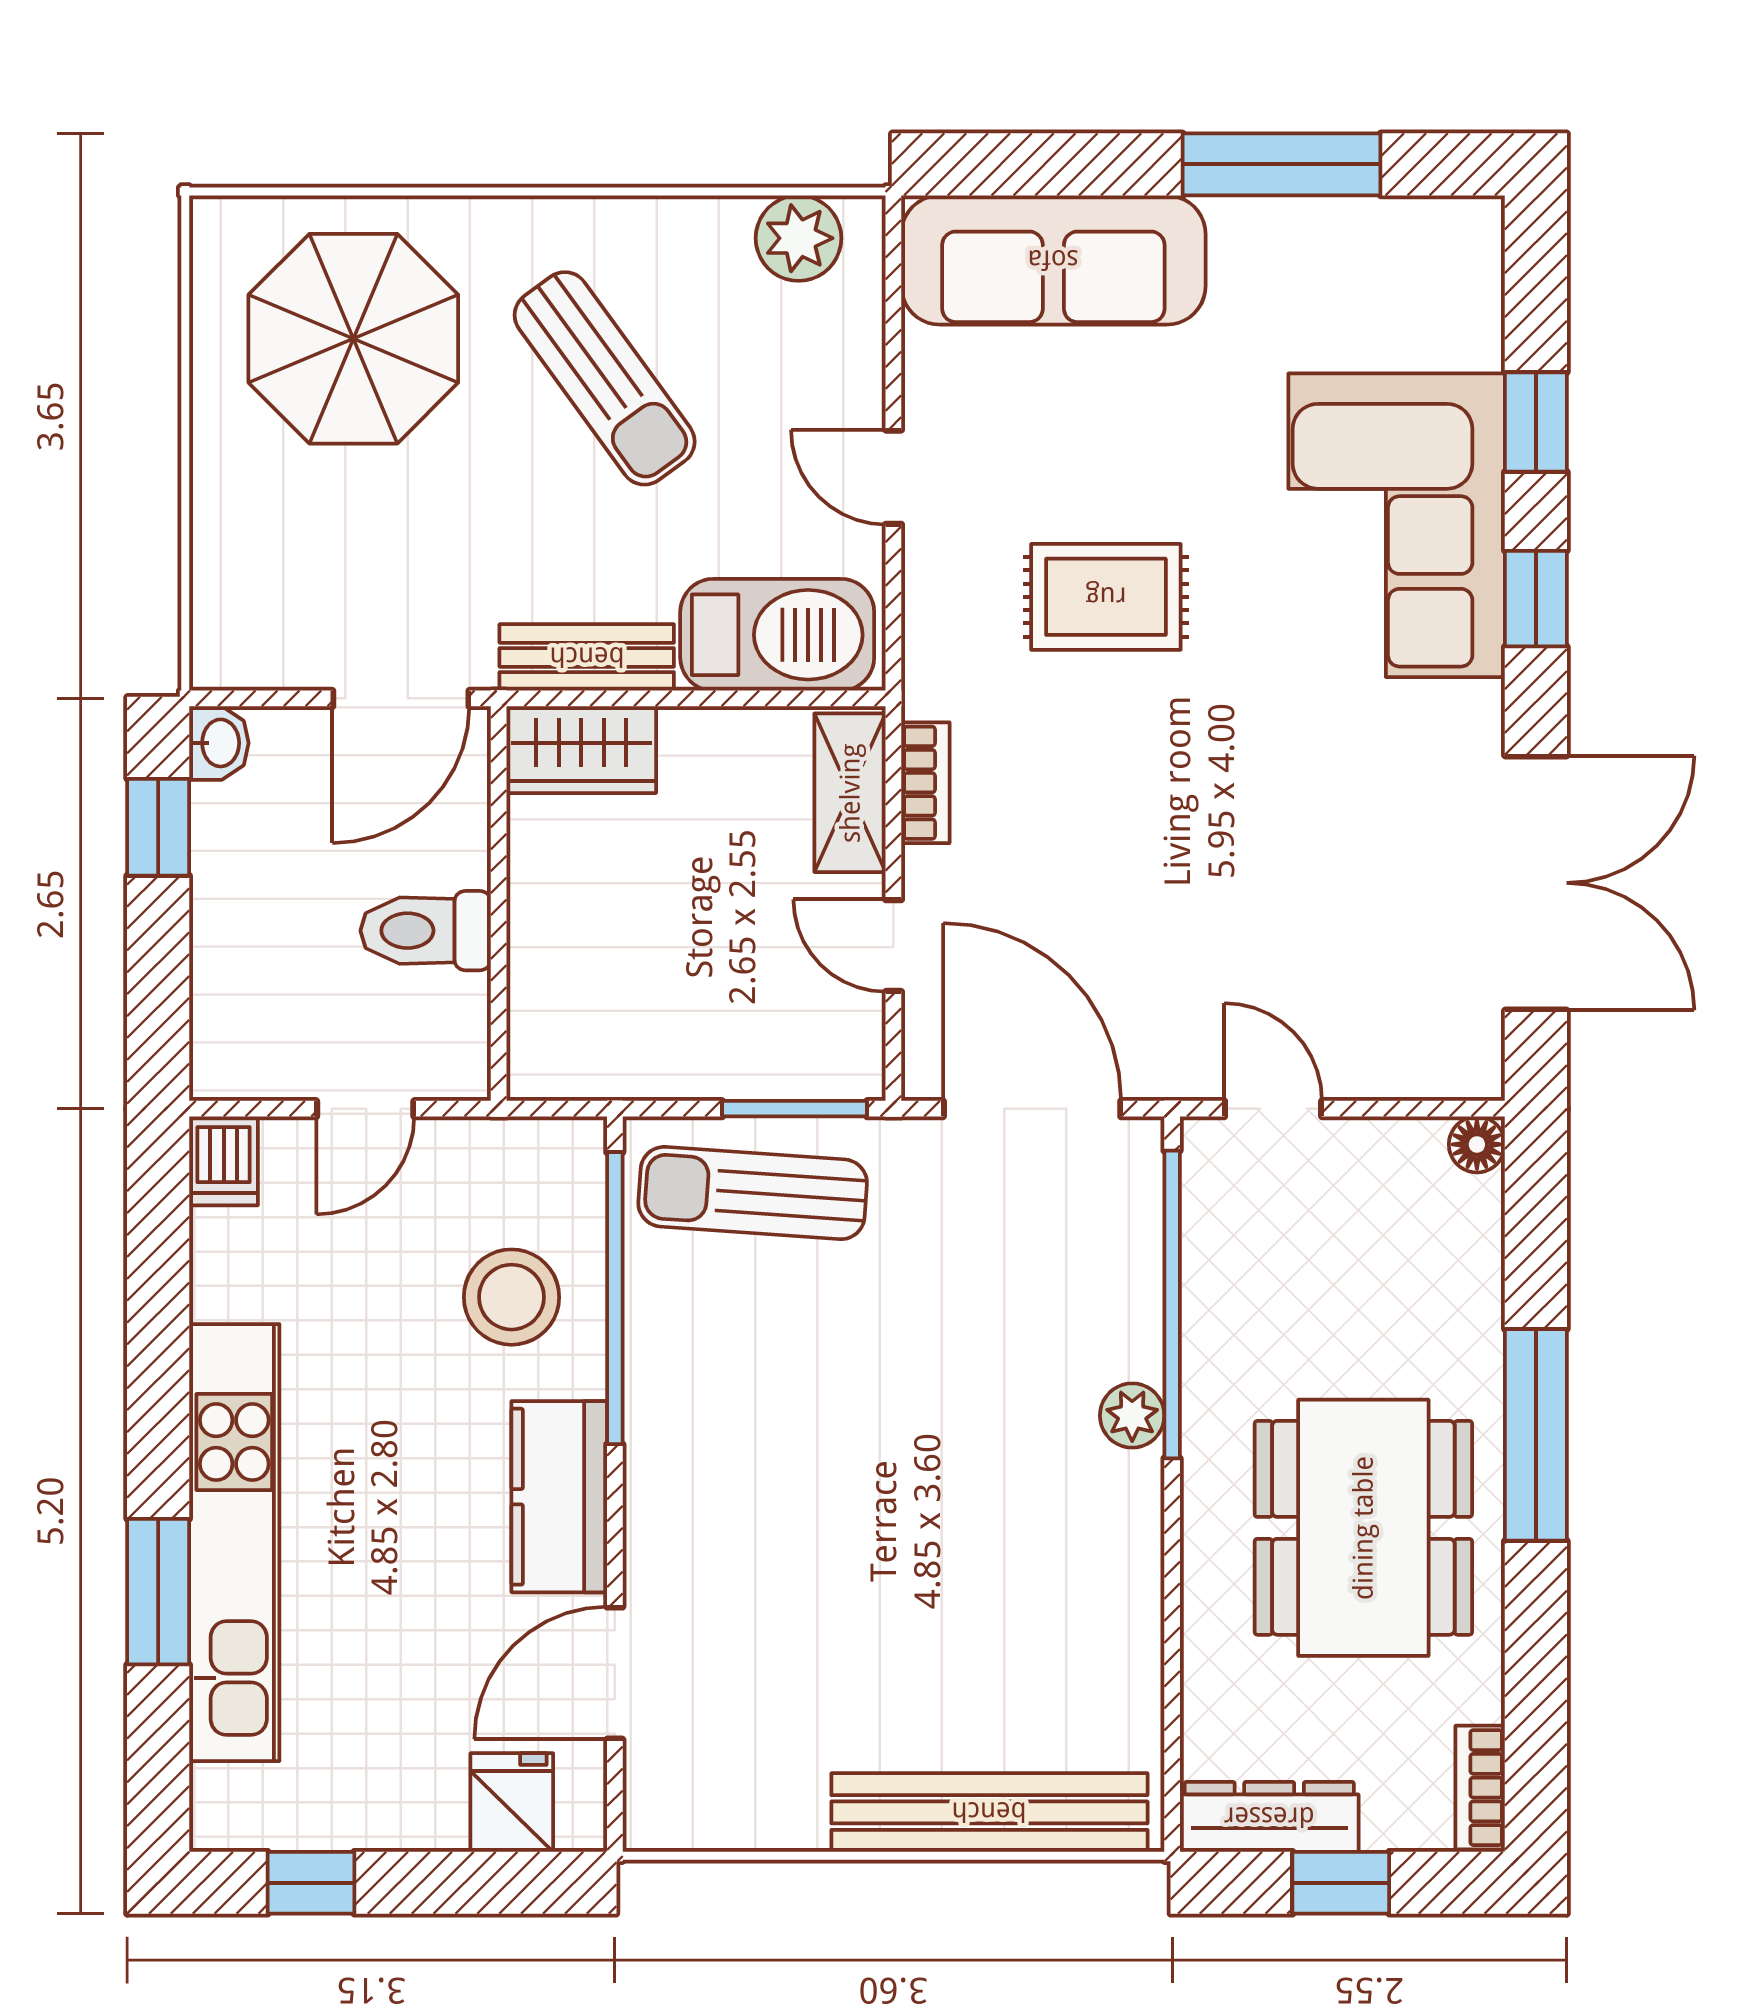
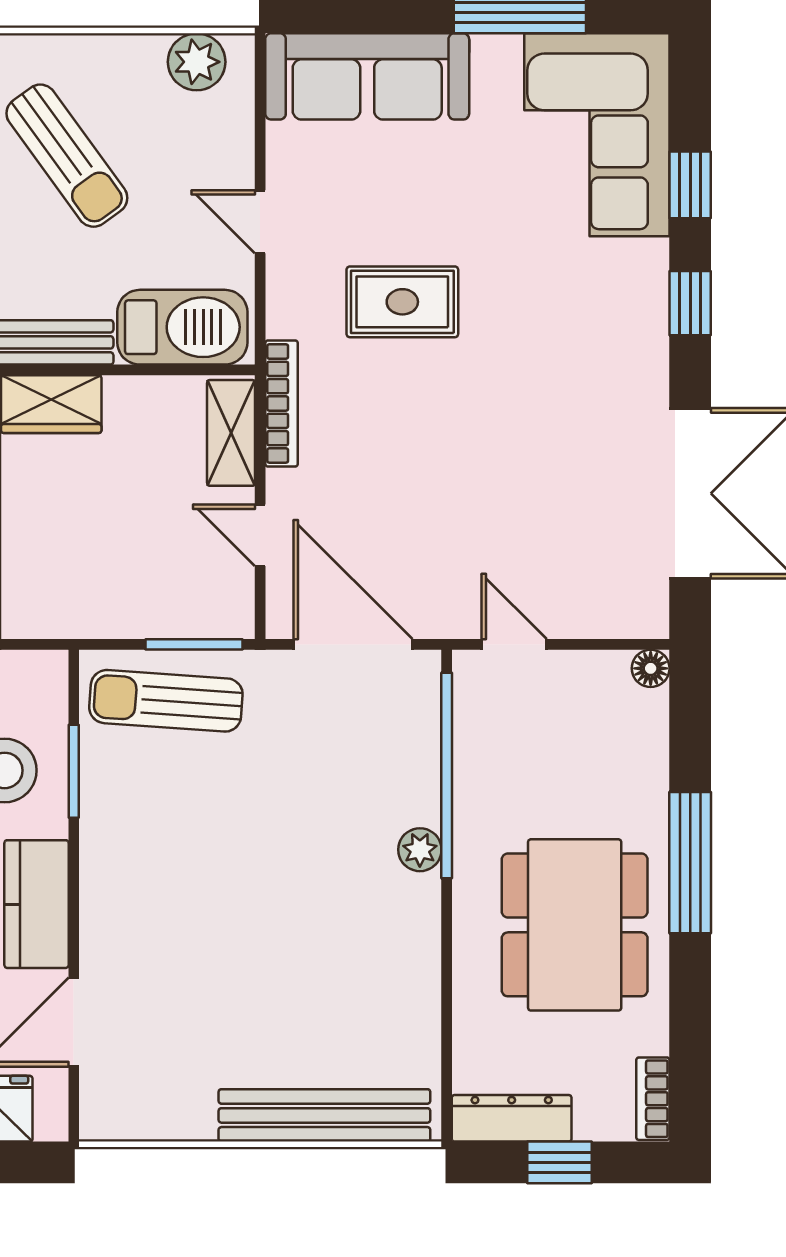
corner sofa: (1397, 525) -> (597, 135), moved
bookcase: (925, 783) -> (282, 403), width x1.56
window: (615, 1298) -> (74, 771), width x0.47

